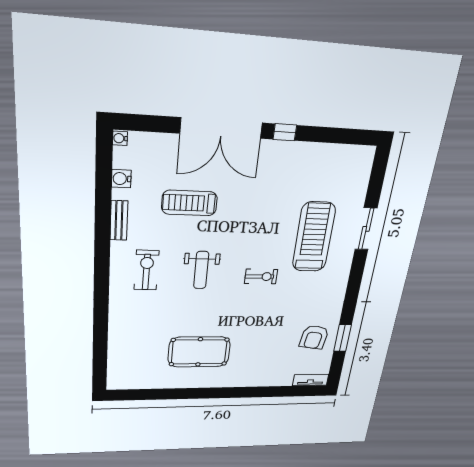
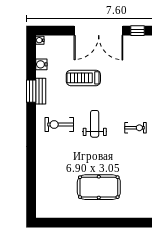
window: (103, 220) -> (31, 91), added
exercise bike: (146, 270) -> (59, 124), turned -91
weight bench: (201, 270) -> (95, 124), turned 180

